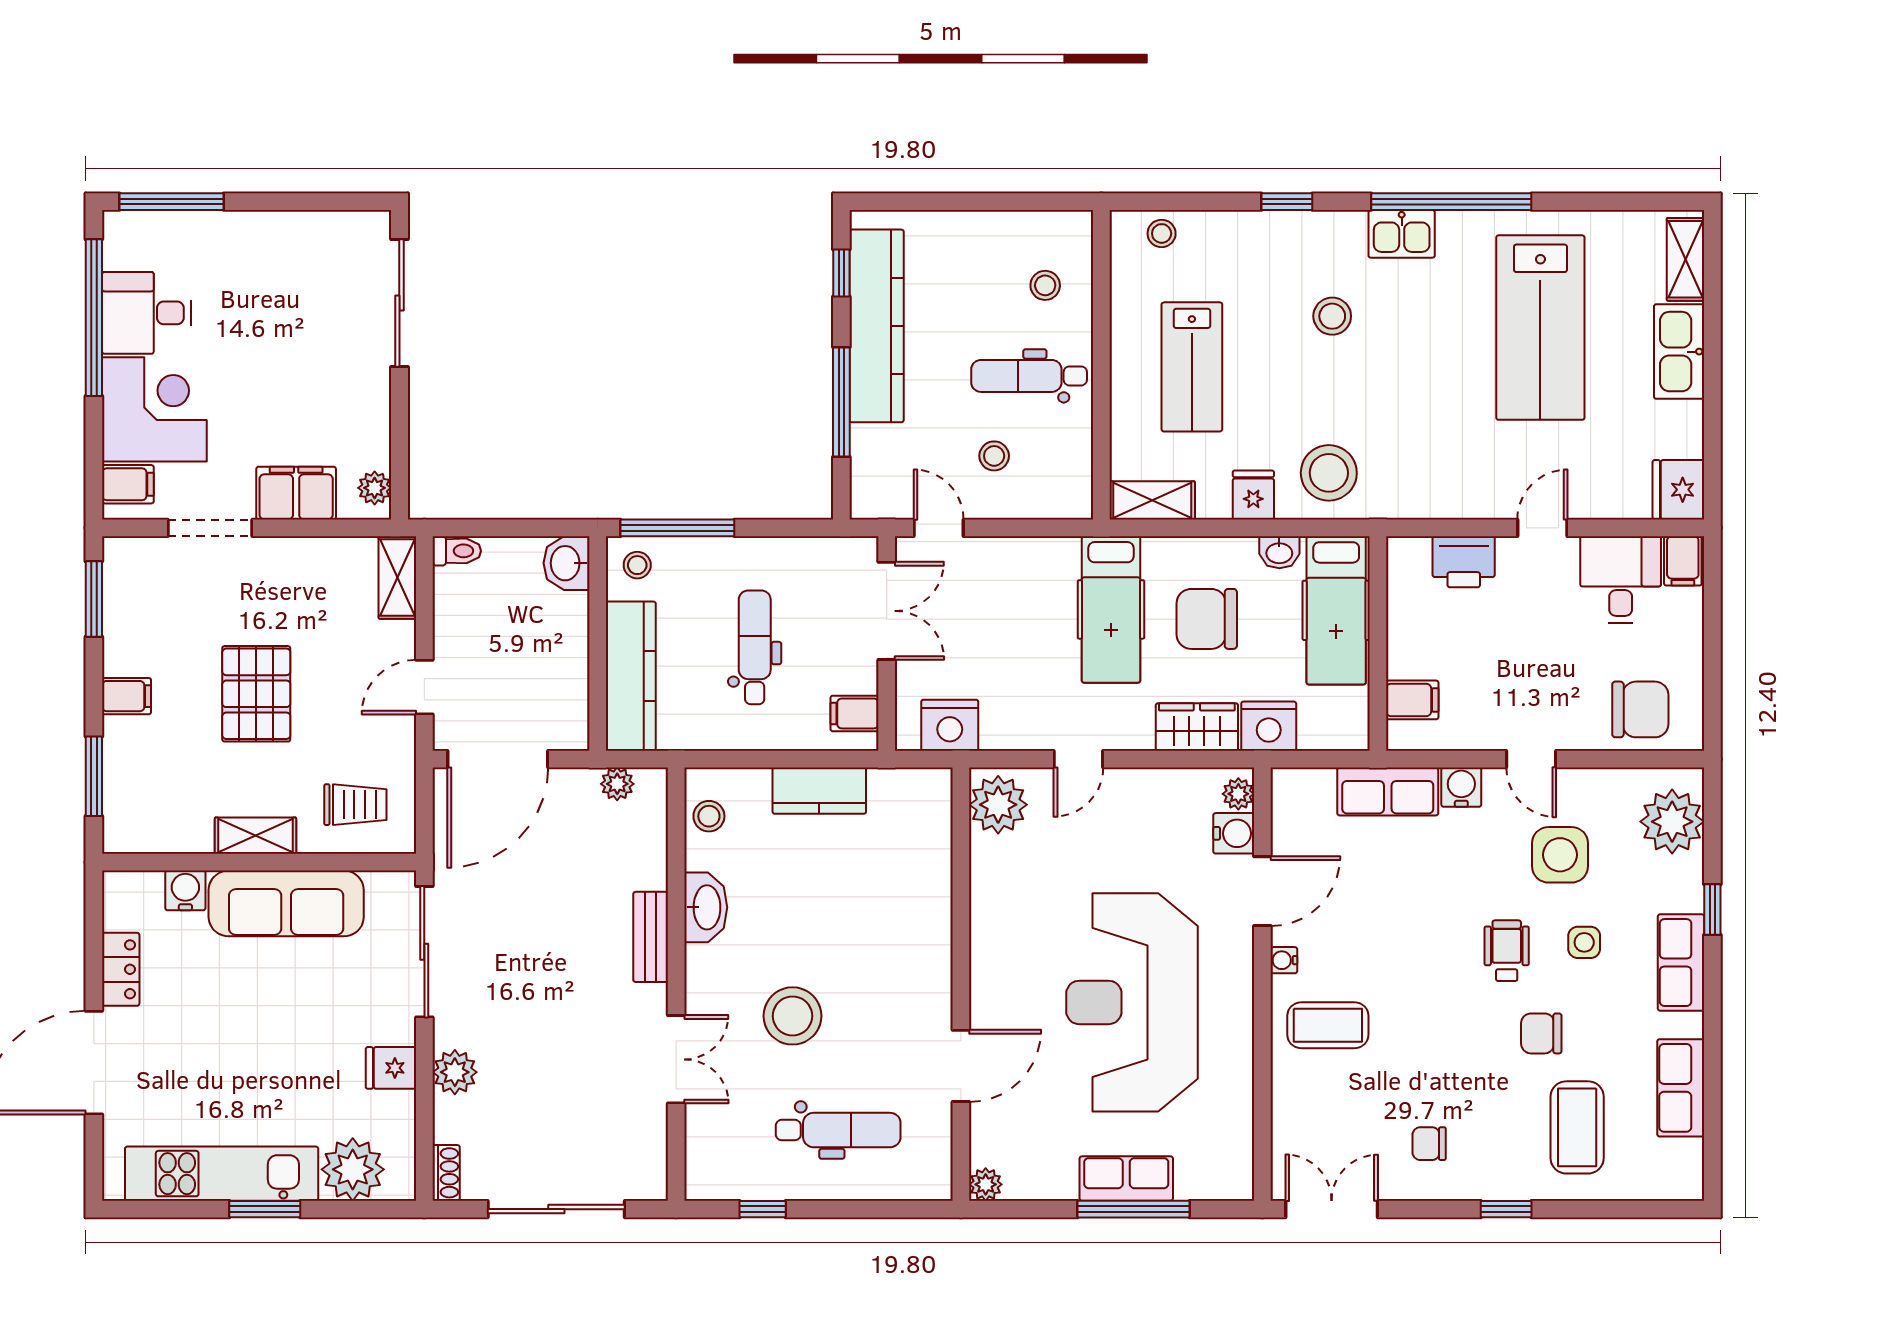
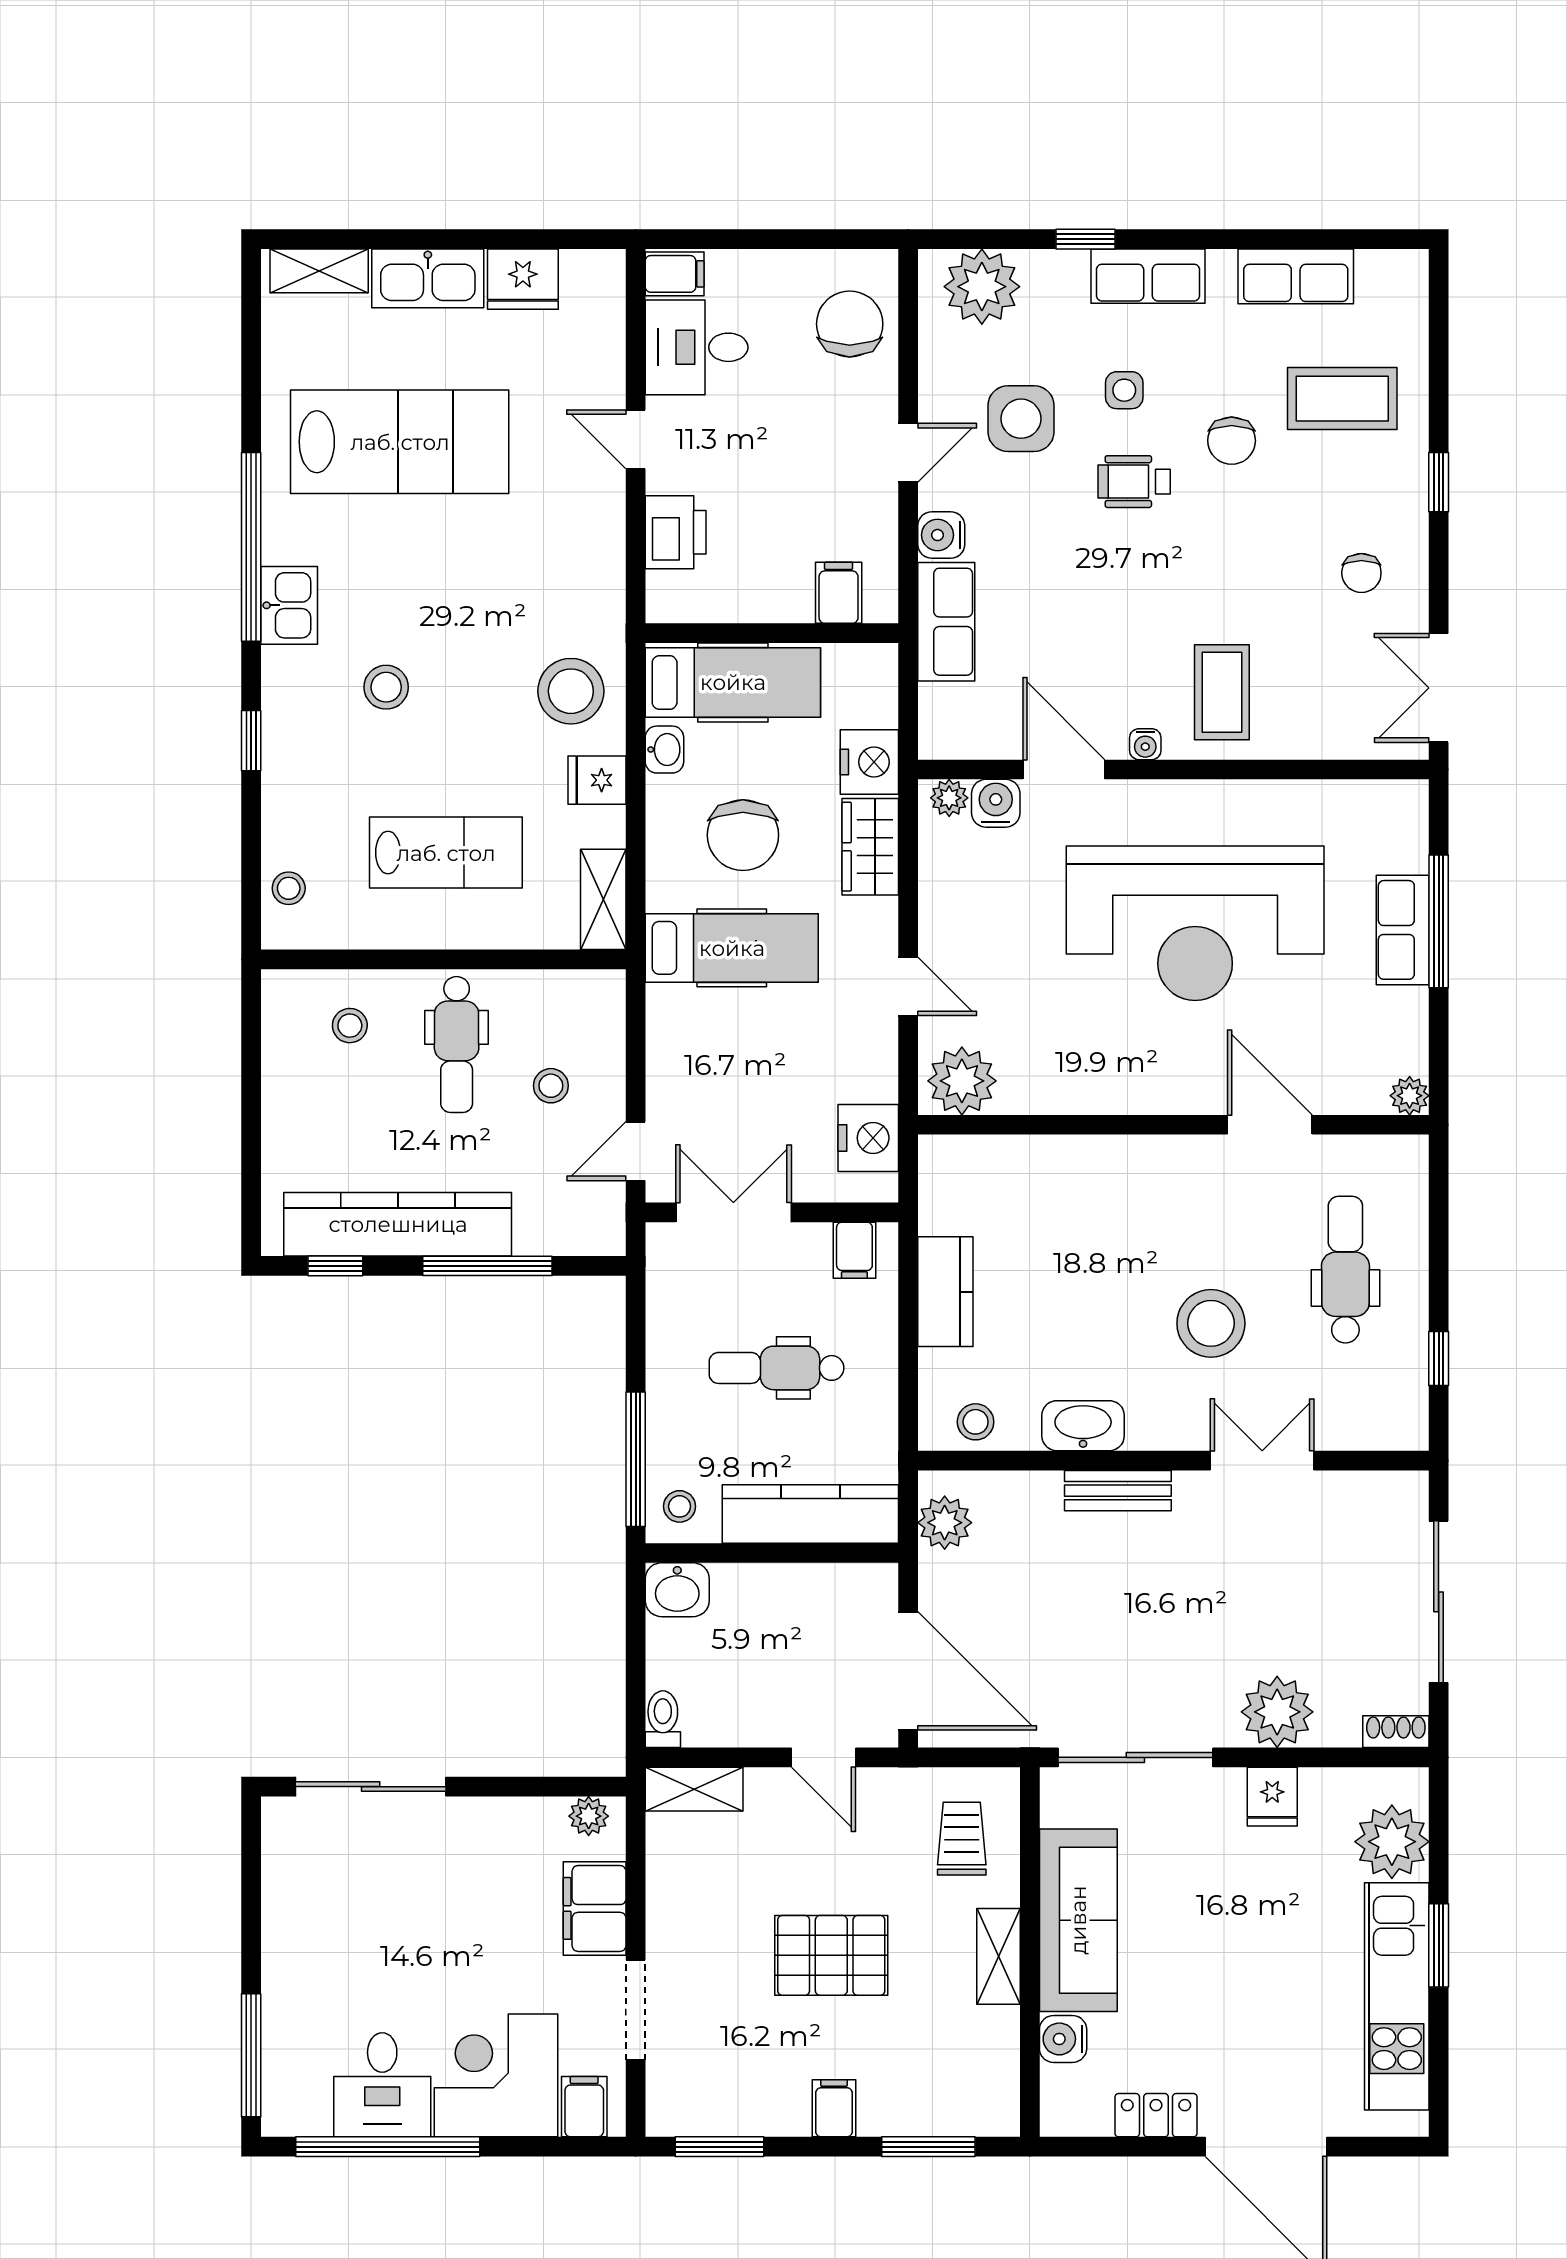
fridge: (1678, 490) -> (523, 279), moved
plant: (617, 784) -> (945, 1523), width x1.38, depth x1.38
plant: (455, 1072) -> (1277, 1712), width x1.36, depth x1.36

